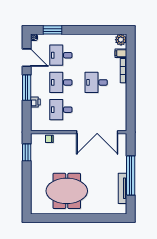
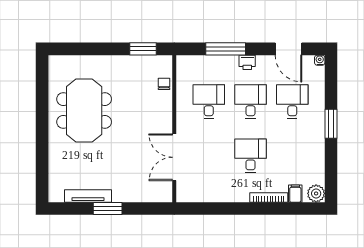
window: (53, 30) -> (331, 124), moved
door: (27, 58) -> (289, 49), hinge flipped
window: (27, 88) -> (226, 49), moved
printer: (35, 102) -> (247, 62), moved
double door: (97, 132) -> (174, 157), width x0.73
window: (131, 176) -> (108, 208), width x0.47

